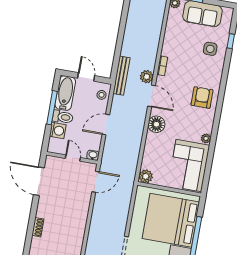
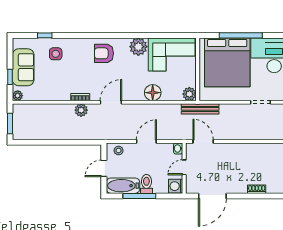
bench: (121, 76) -> (200, 109), moved
plant: (147, 77) -> (81, 110), moved
floor lamp: (156, 124) -> (153, 93), moved
door: (106, 125) -> (146, 141), swing flipped
washing machine: (58, 130) -> (176, 186), moved, turned -90
plant: (206, 138) -> (138, 47), width x1.88, depth x1.88

